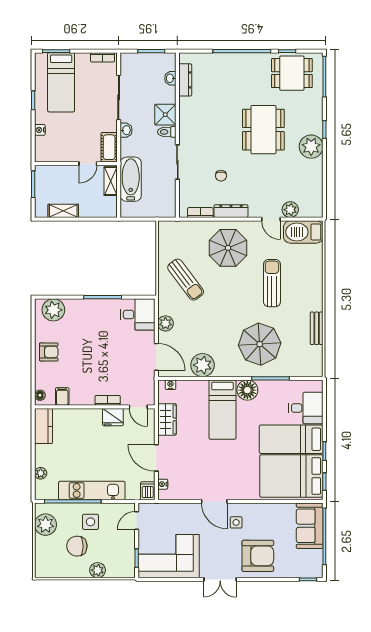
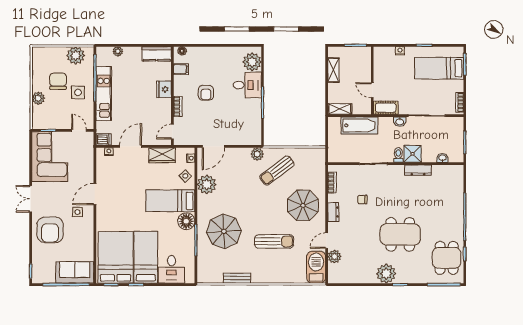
dresser: (185, 80) -> (418, 170), moved
shelving: (111, 181) -> (340, 109), moved
dresser: (231, 211) -> (333, 212), width x0.70
desk: (138, 314) -> (247, 85), moved, turned -90
plant: (165, 323) -> (257, 154), moved
armchair: (49, 352) -> (206, 93), moved
side table: (192, 391) -> (185, 176), added
fridge: (113, 417) -> (164, 89), moved

